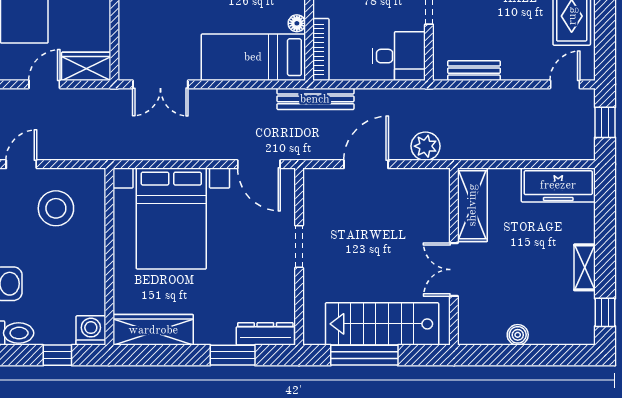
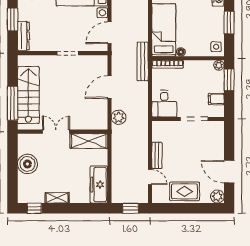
bench: (474, 71) -> (157, 155), moved
door: (565, 84) -> (150, 177), moved
door: (366, 164) -> (109, 87), swing flipped
boiler: (518, 335) -> (27, 164), width x1.86, depth x1.86
window: (364, 355) -> (13, 103), moved

